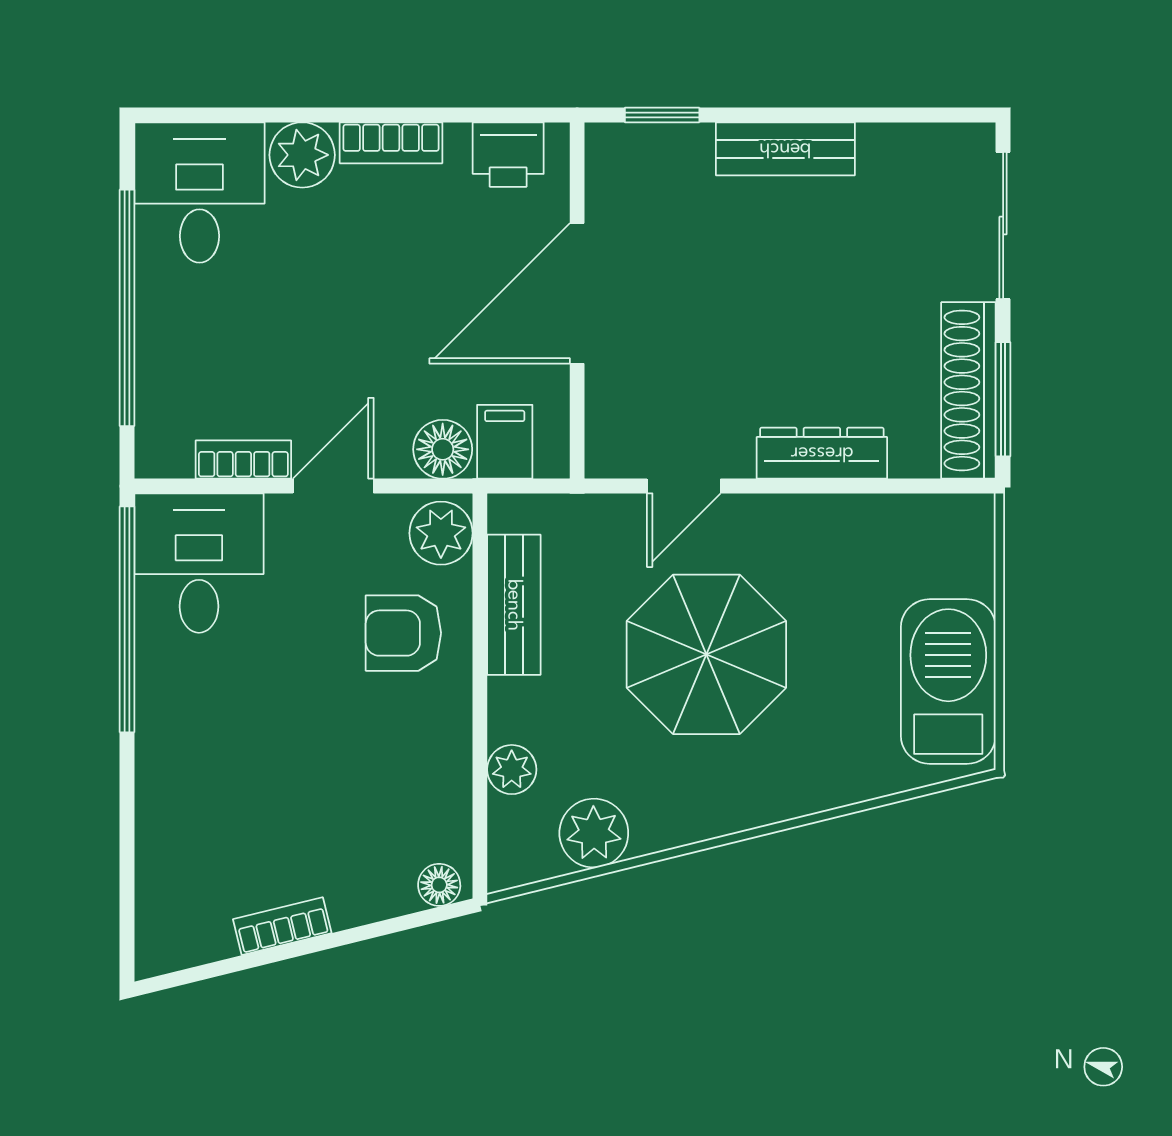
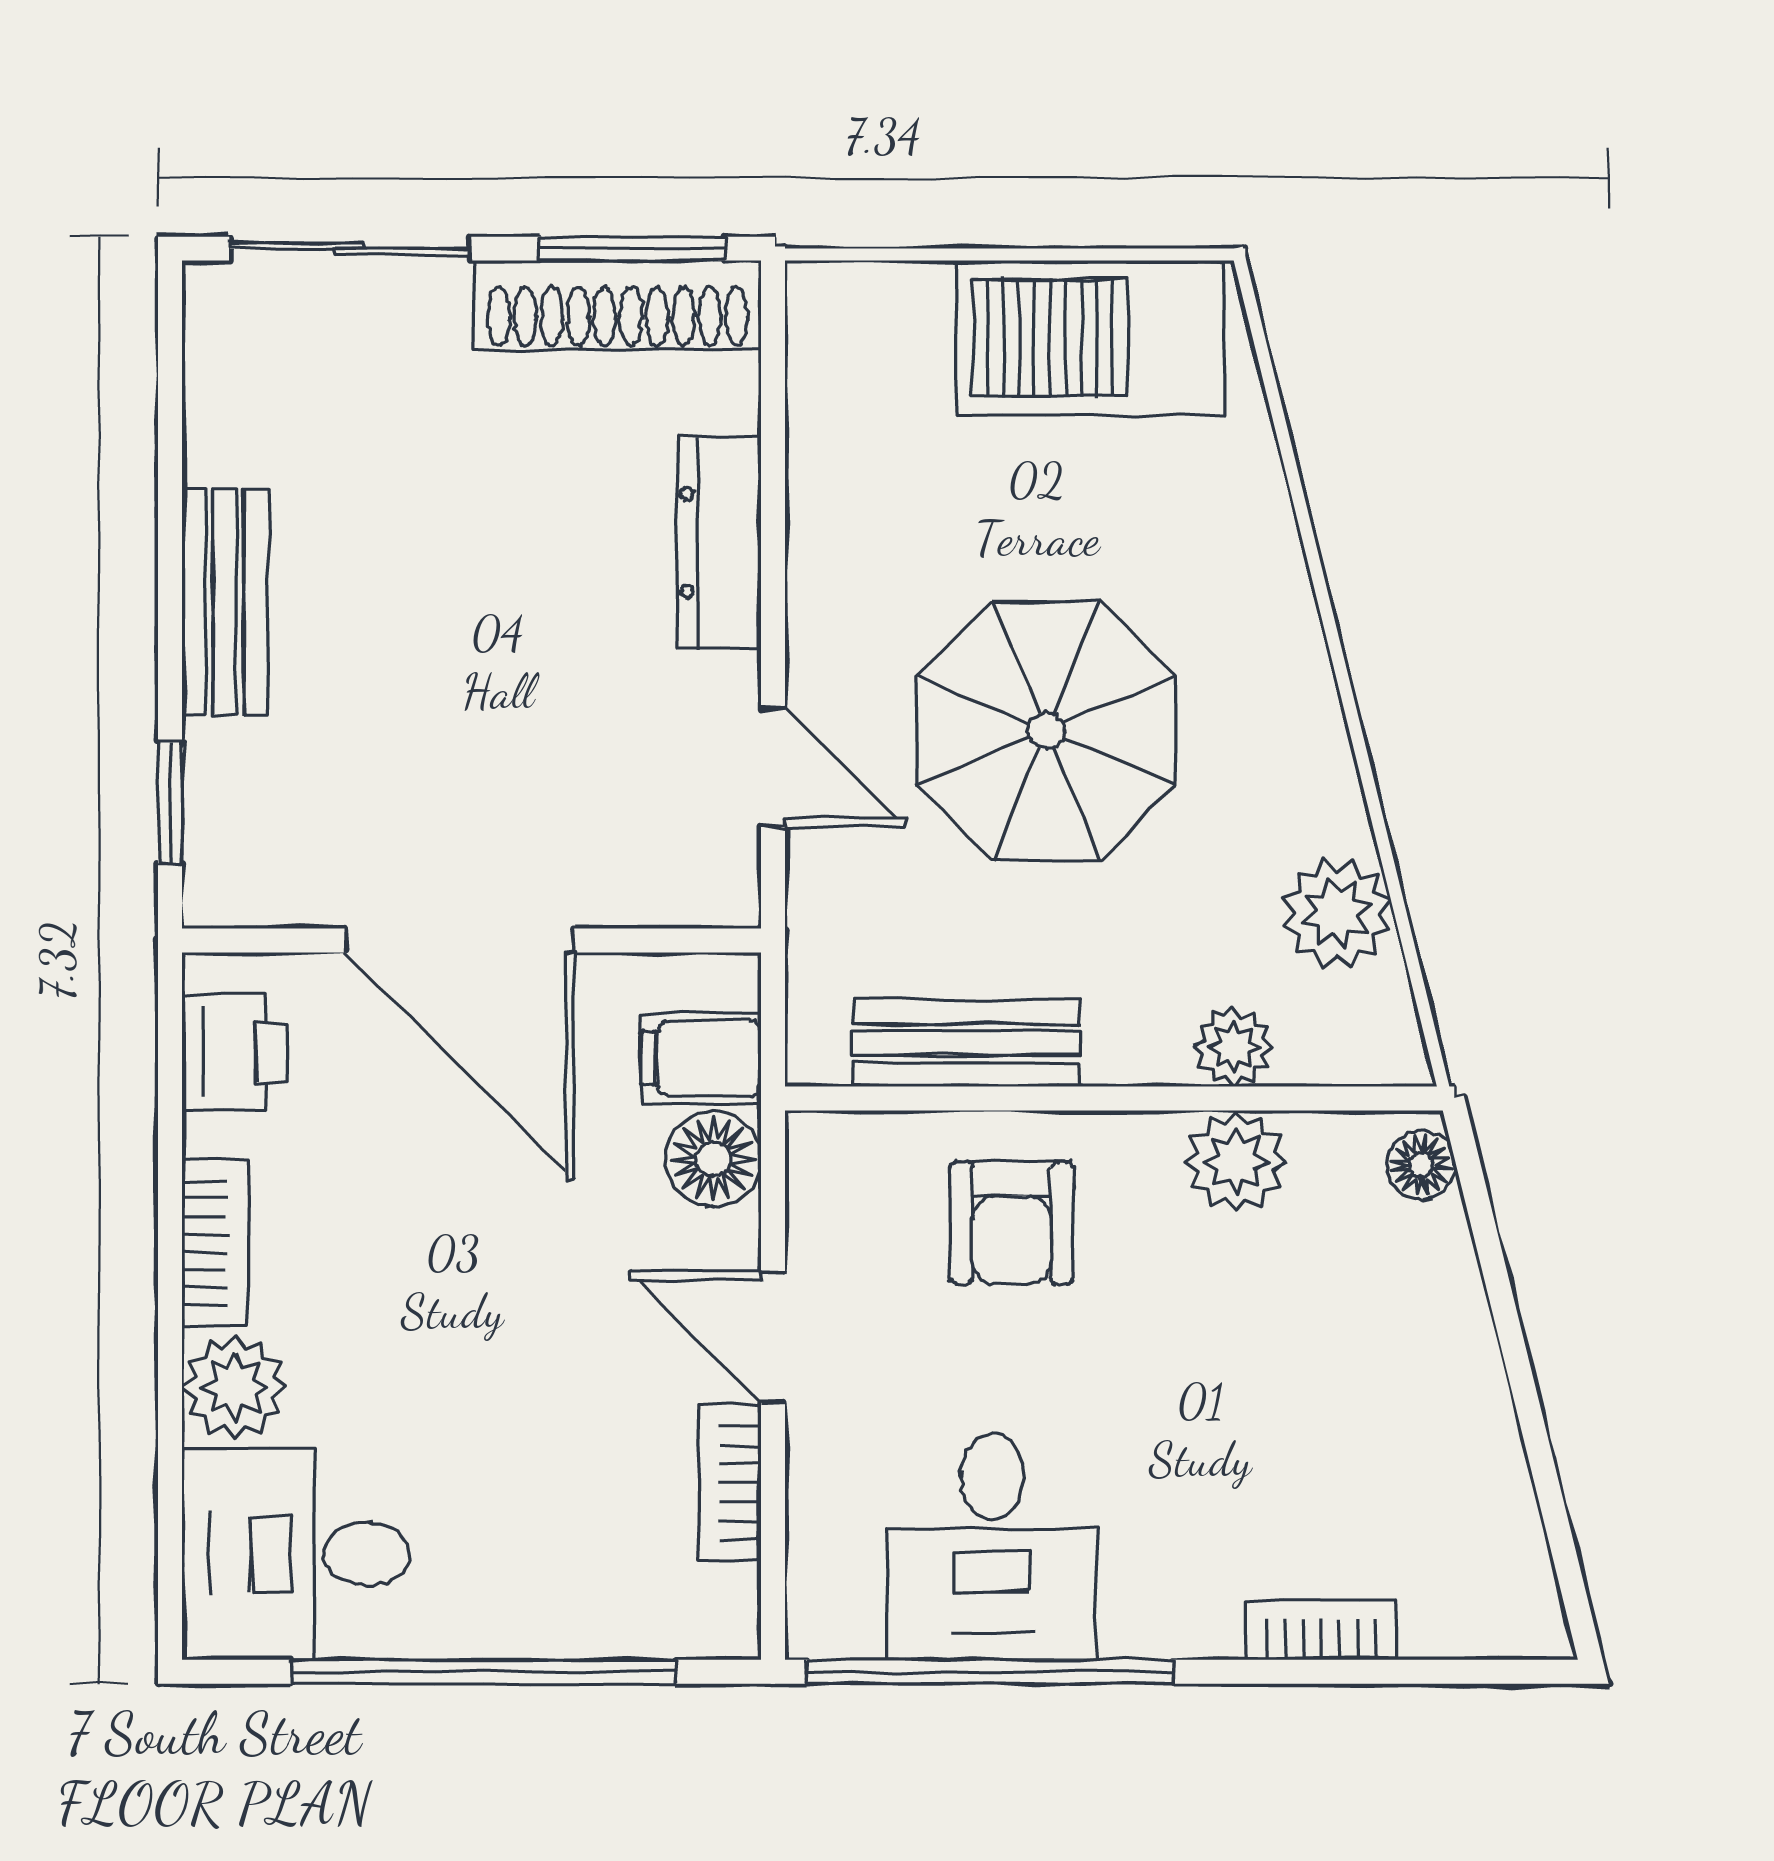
plant: (441, 533) -> (1236, 1162), moved
desk: (199, 563) -> (992, 1547), moved, turned -90
bookcase: (282, 926) -> (1321, 1630), moved, turned 104

